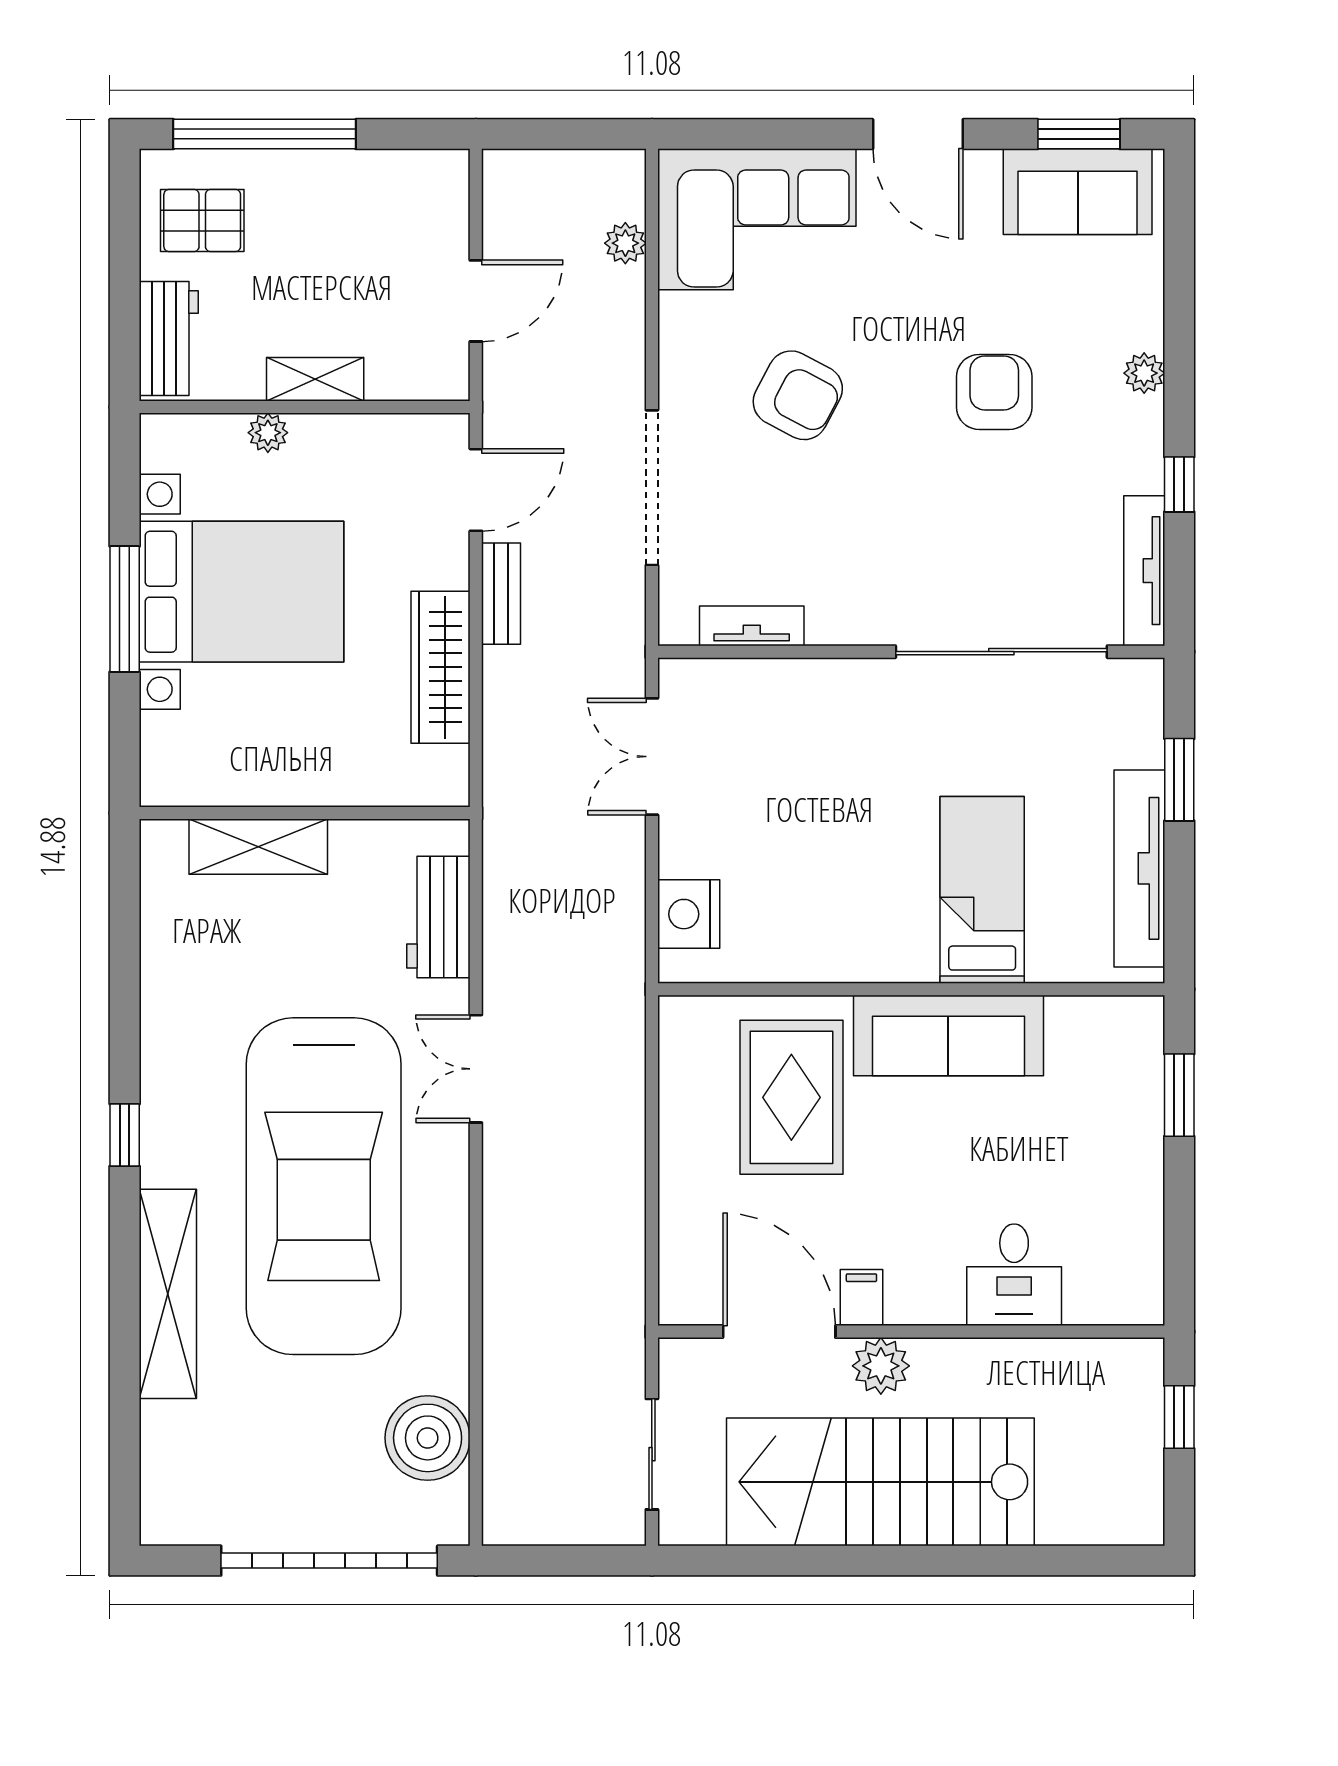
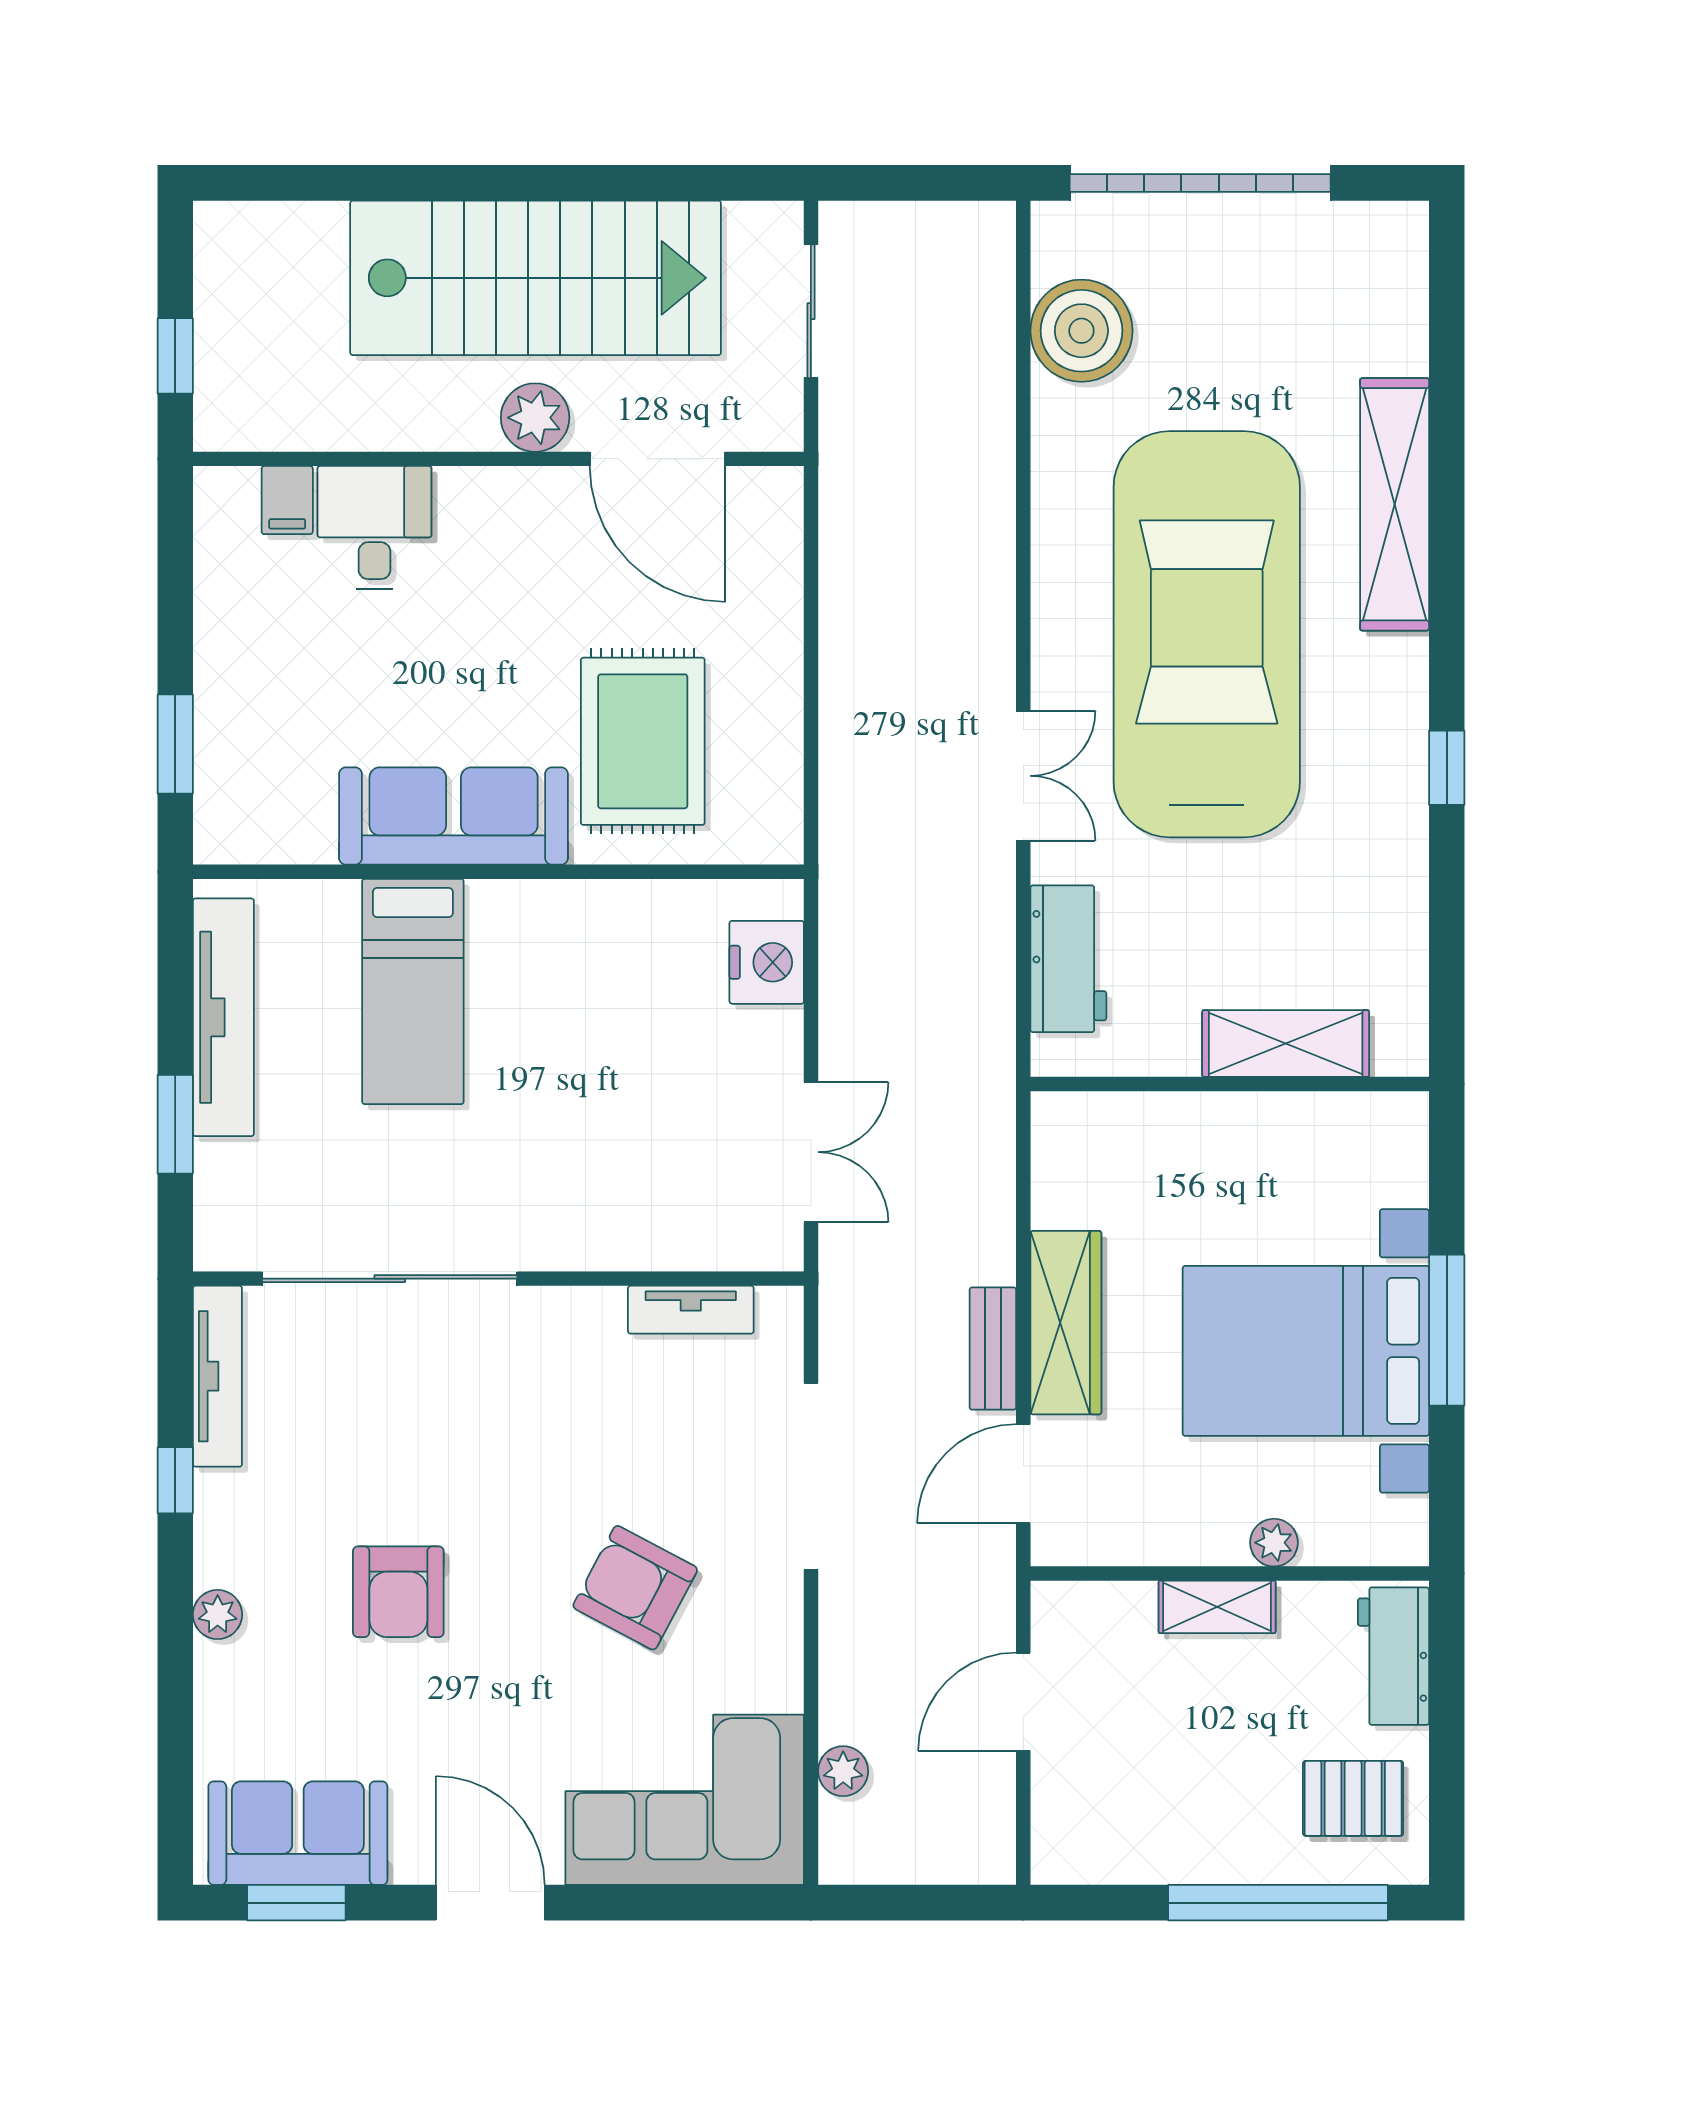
wardrobe: (441, 667) -> (1066, 1323), moved
window: (125, 1135) -> (1447, 768), moved
filing cabinet: (861, 1298) -> (287, 500), moved

